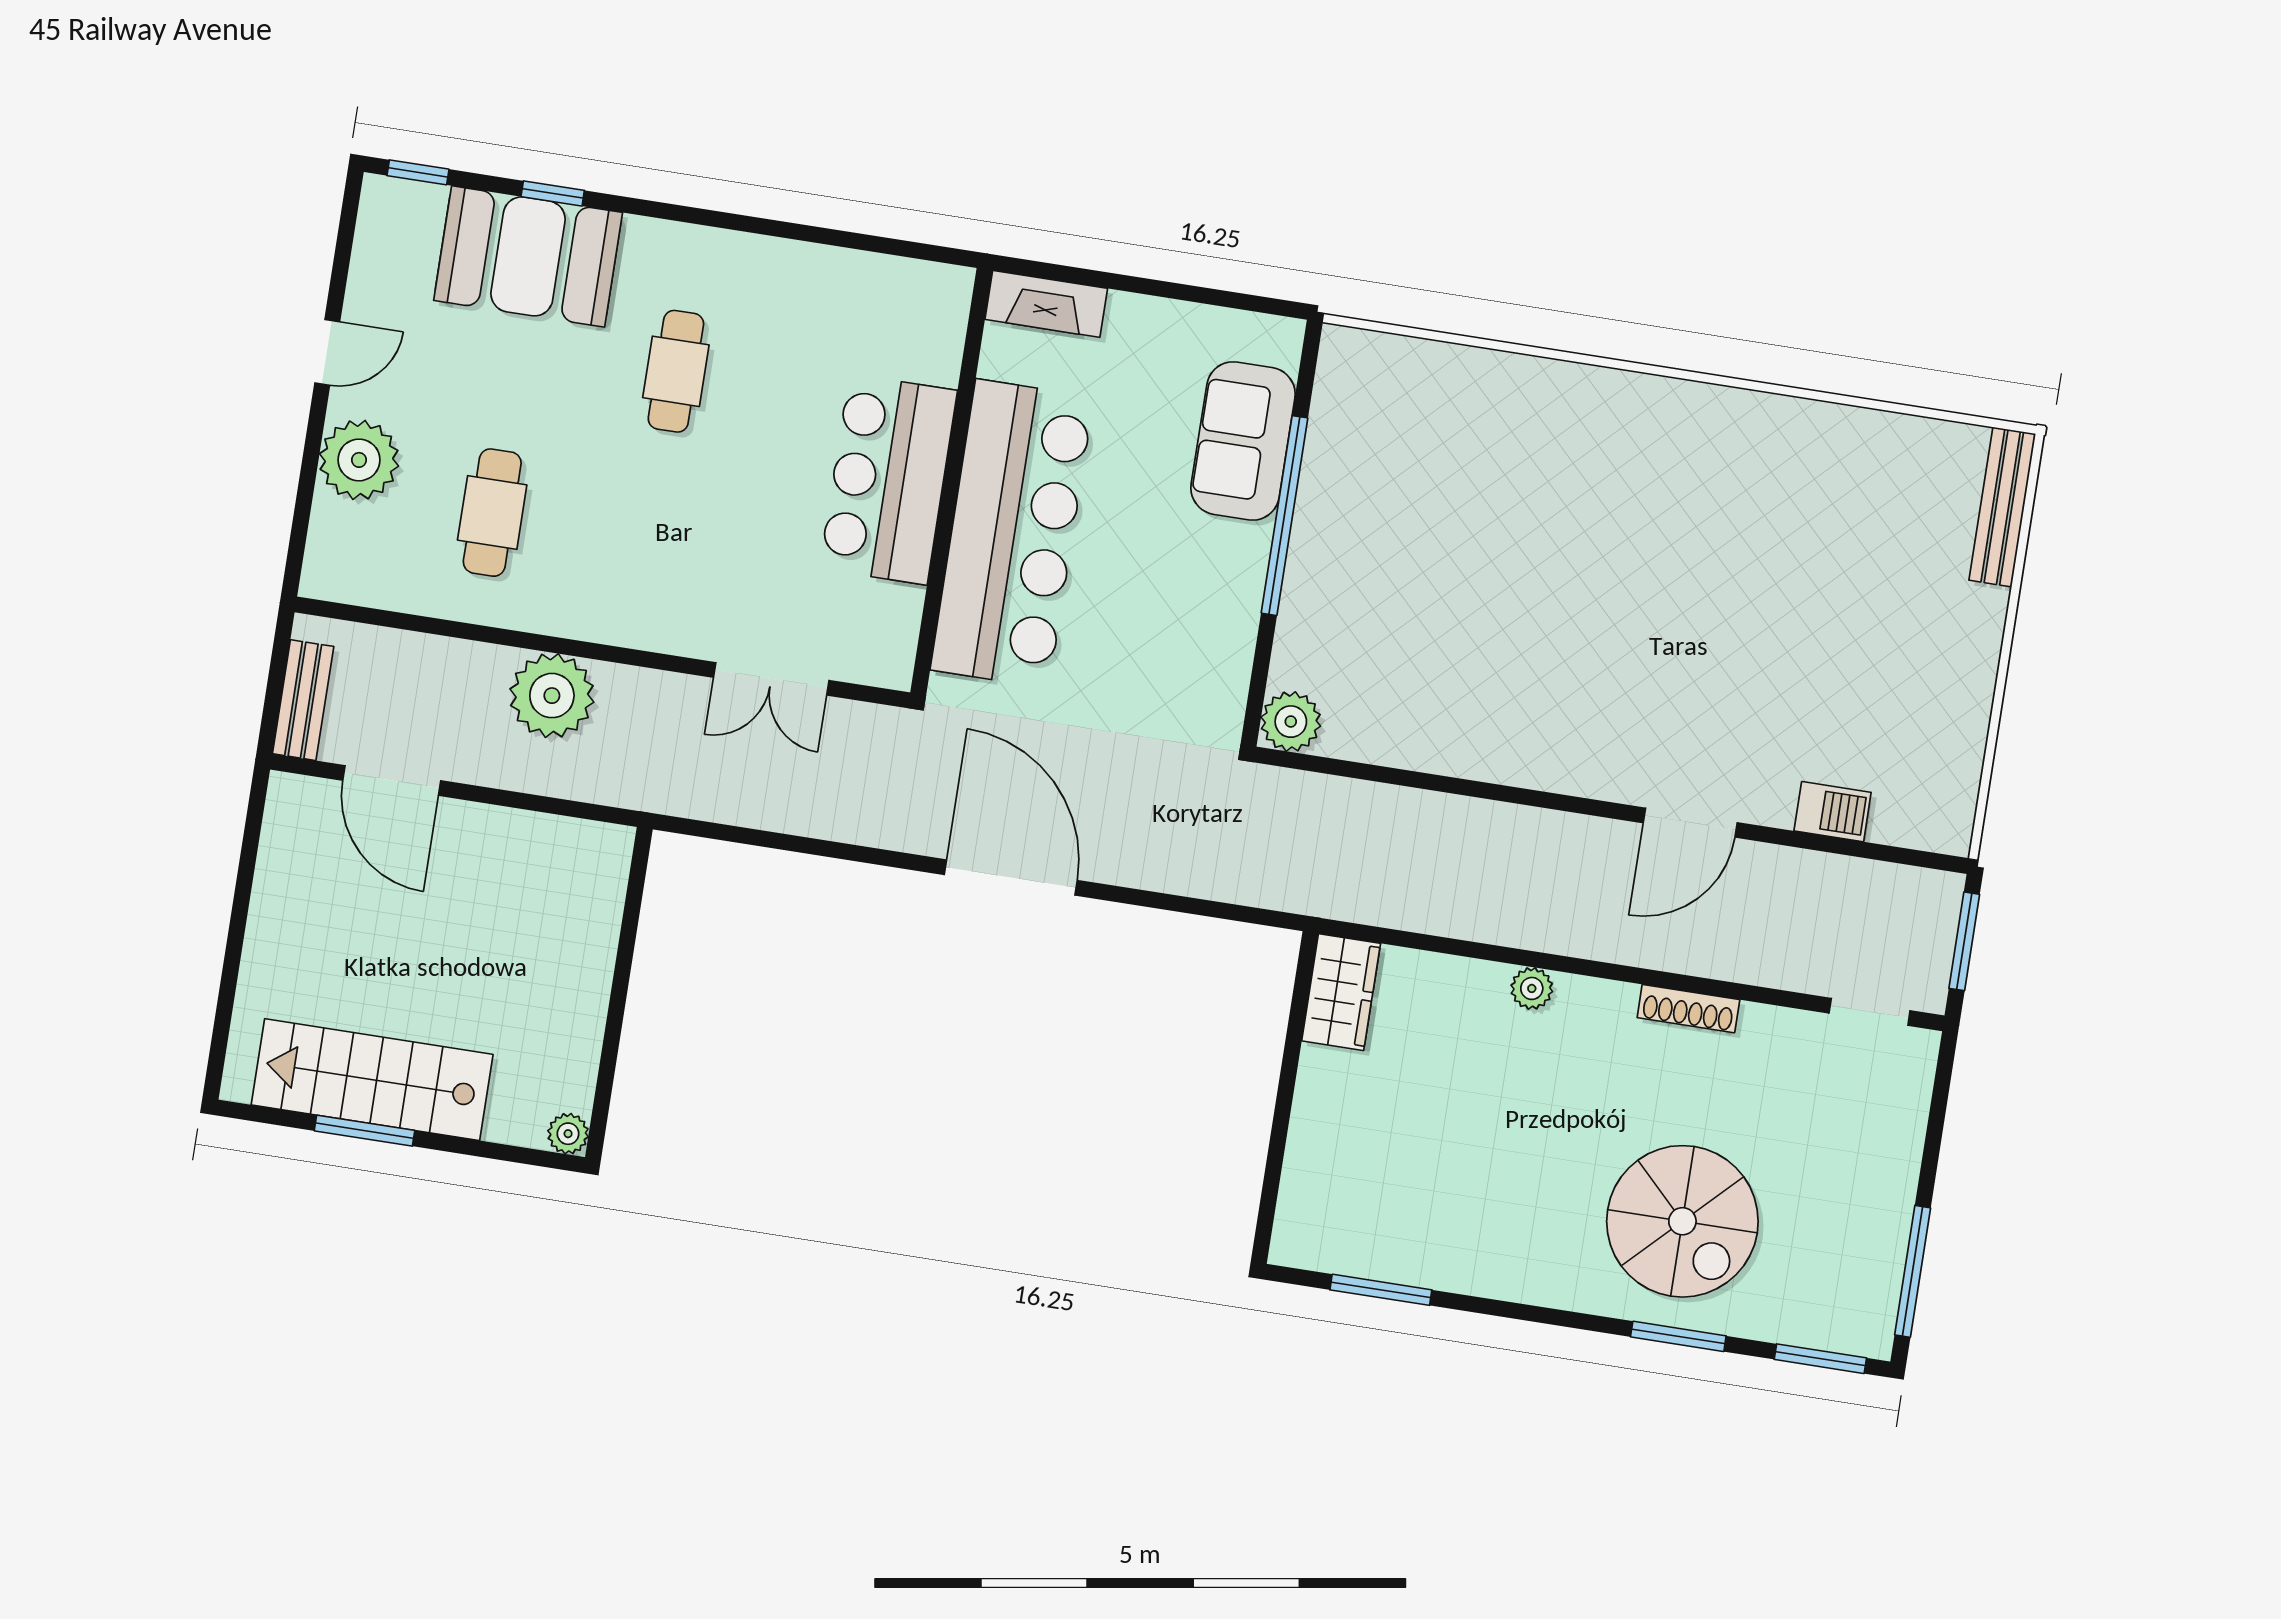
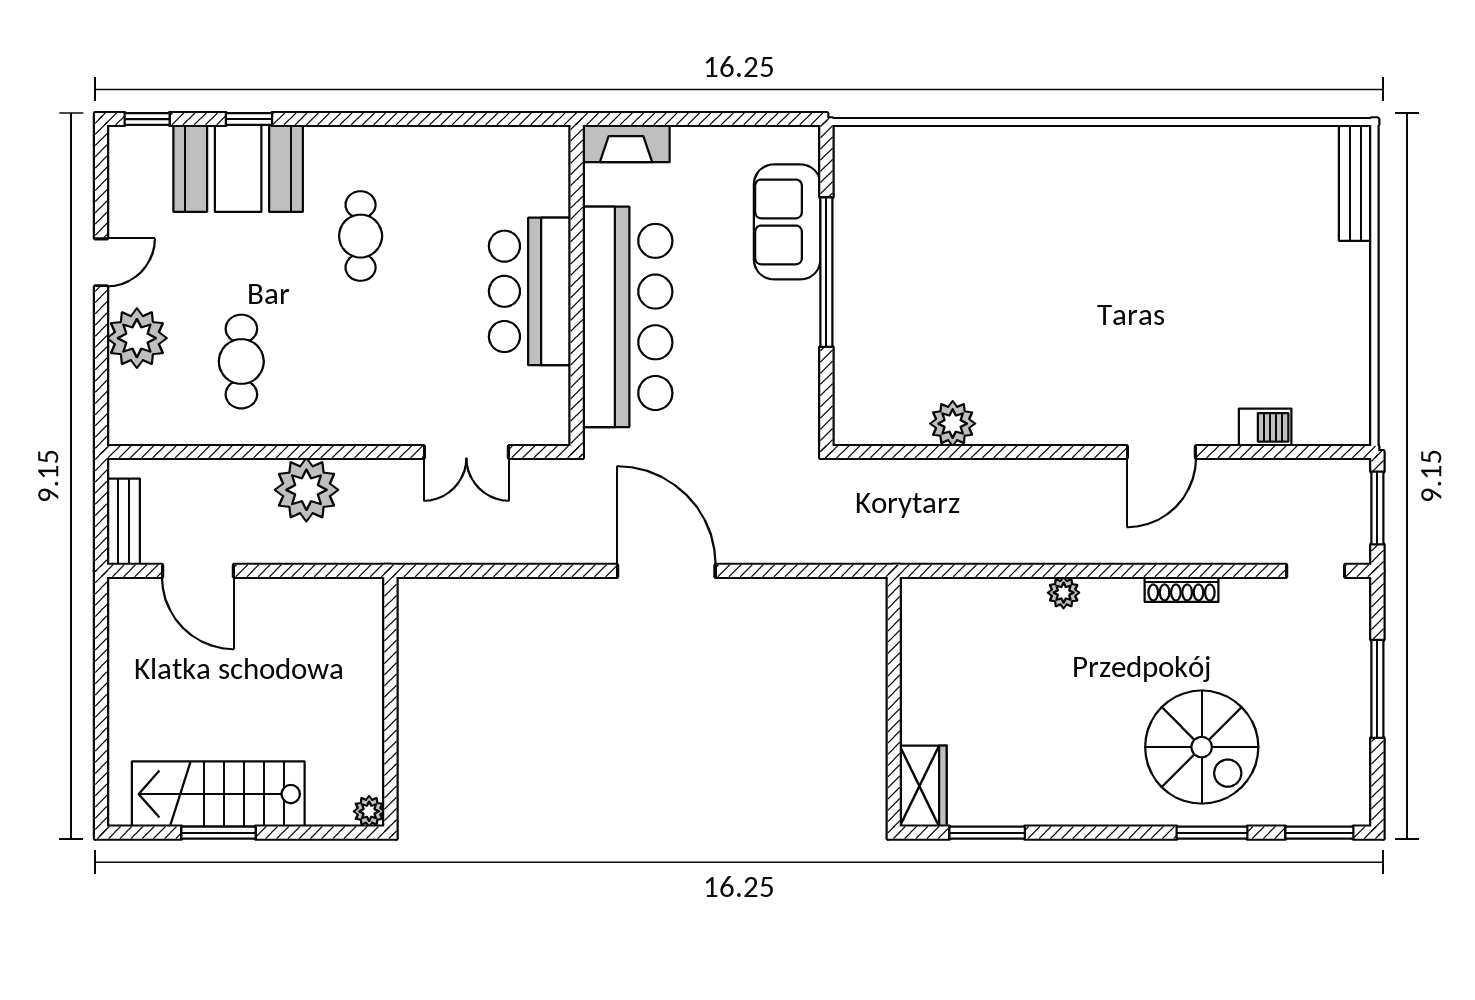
plant: (1291, 722) -> (953, 424), moved
wardrobe: (1341, 992) -> (923, 786), moved
window: (1913, 1271) -> (1377, 689), moved

